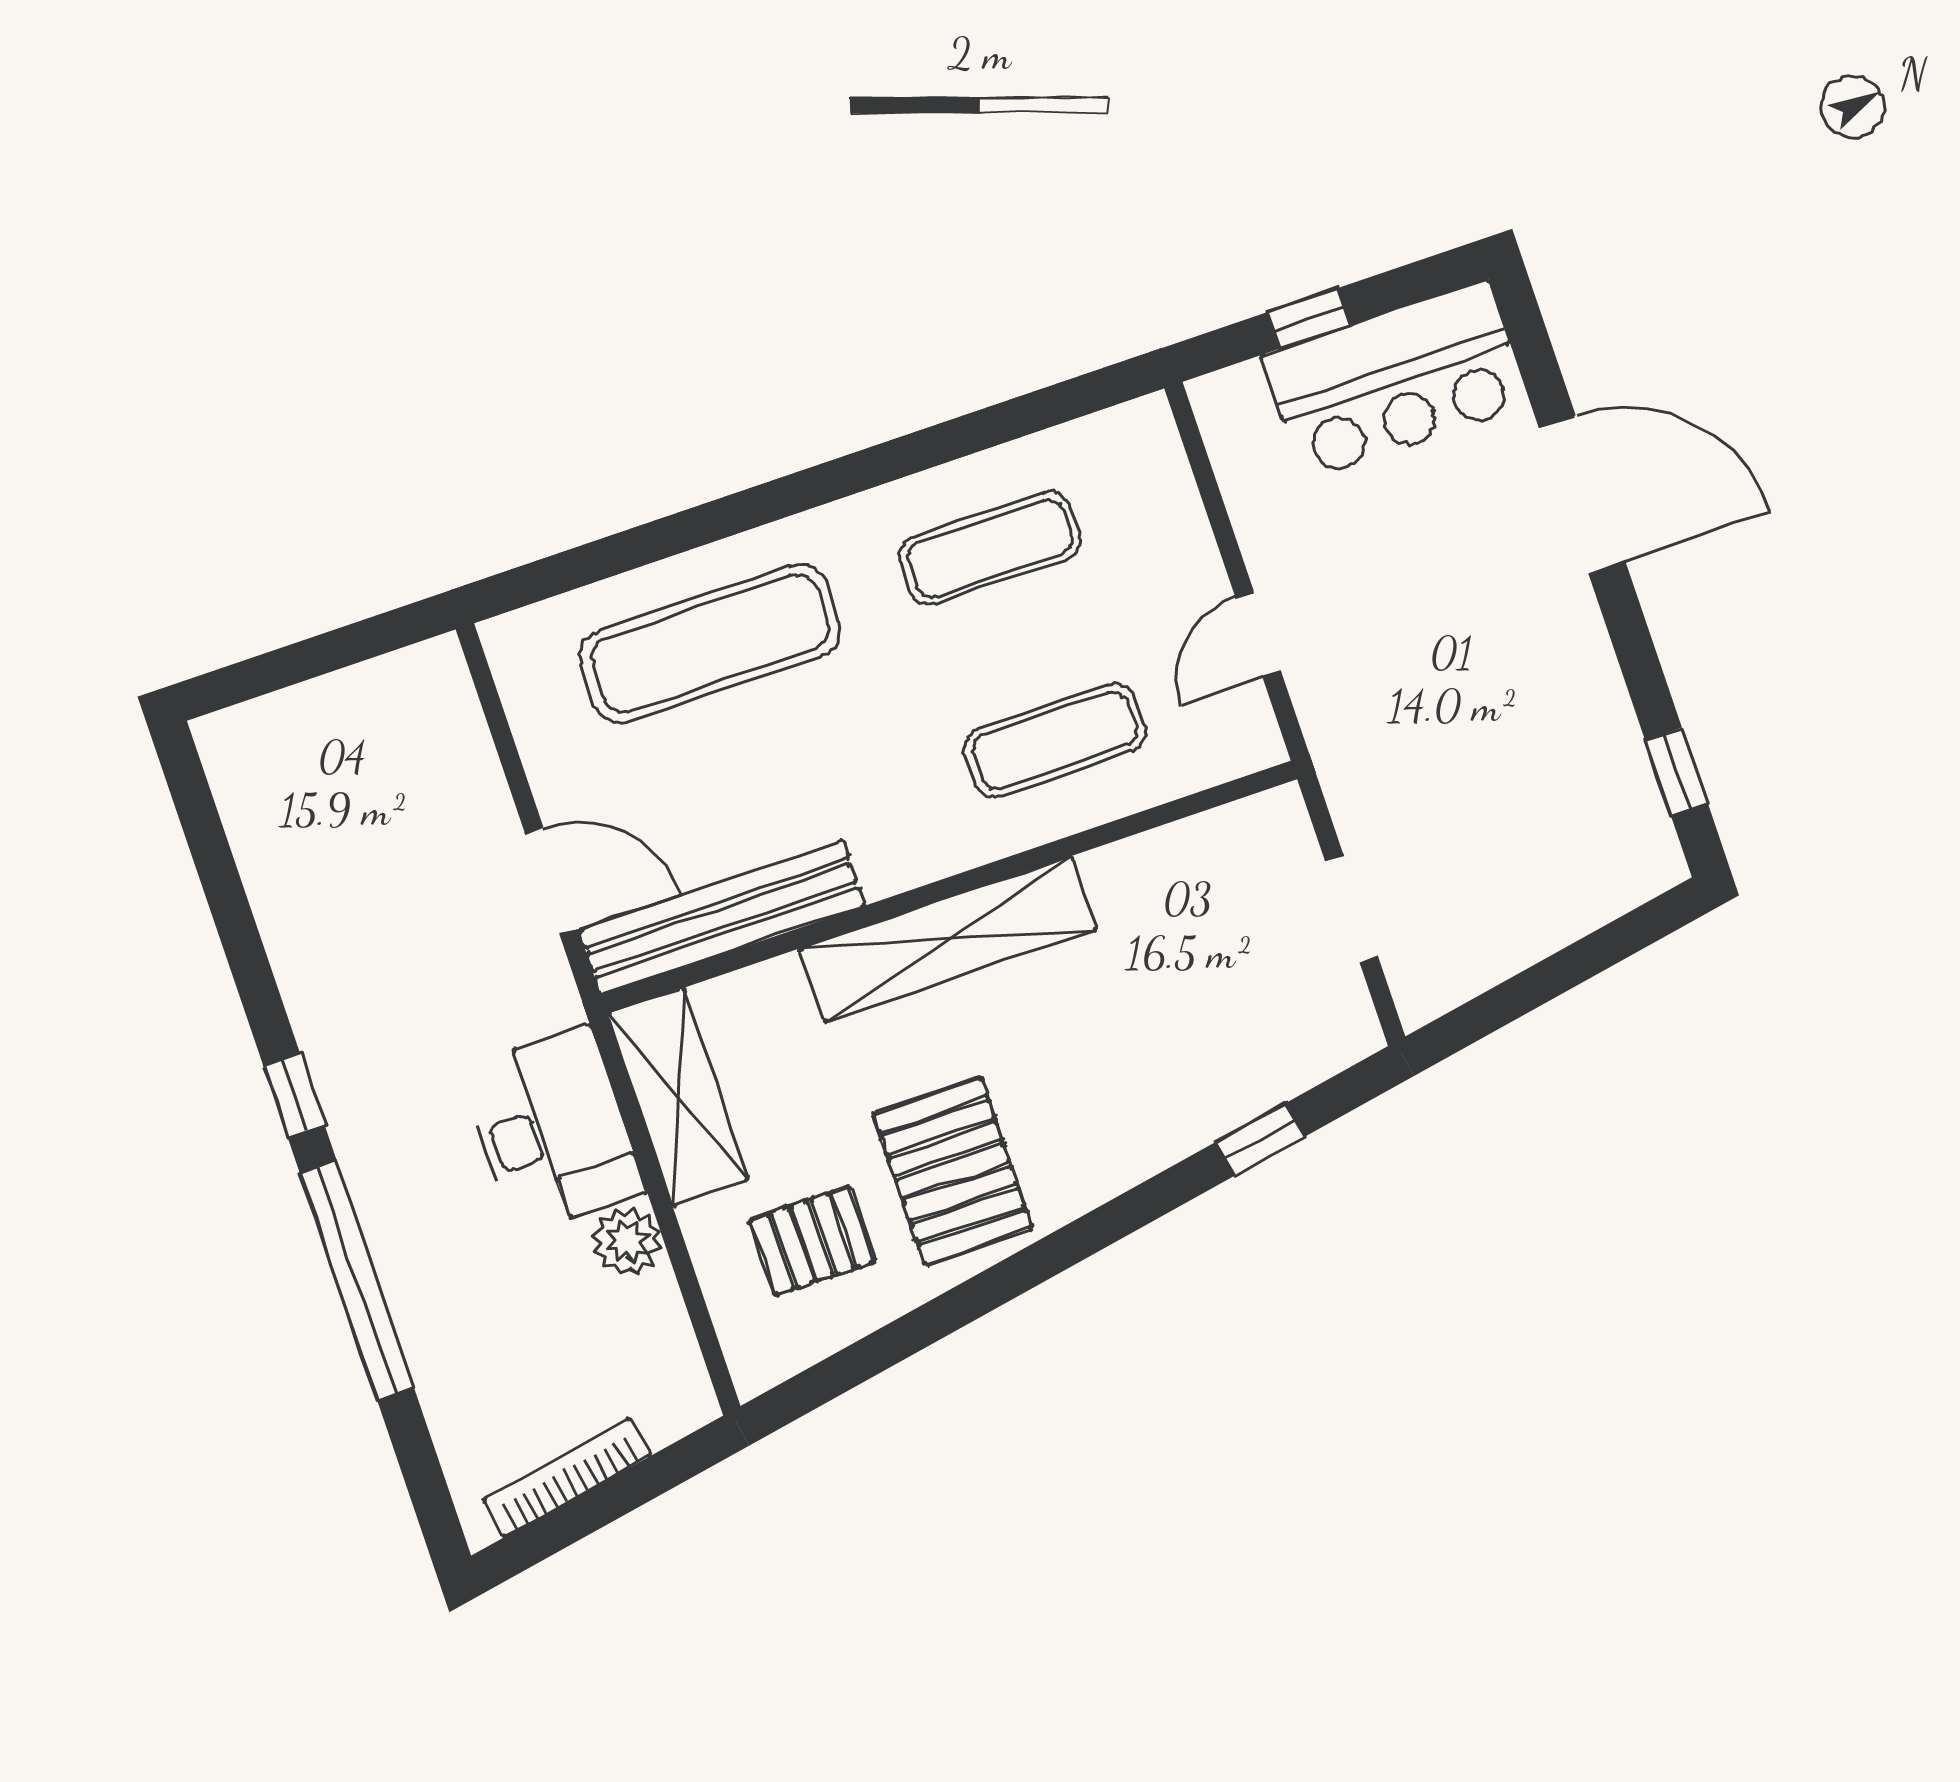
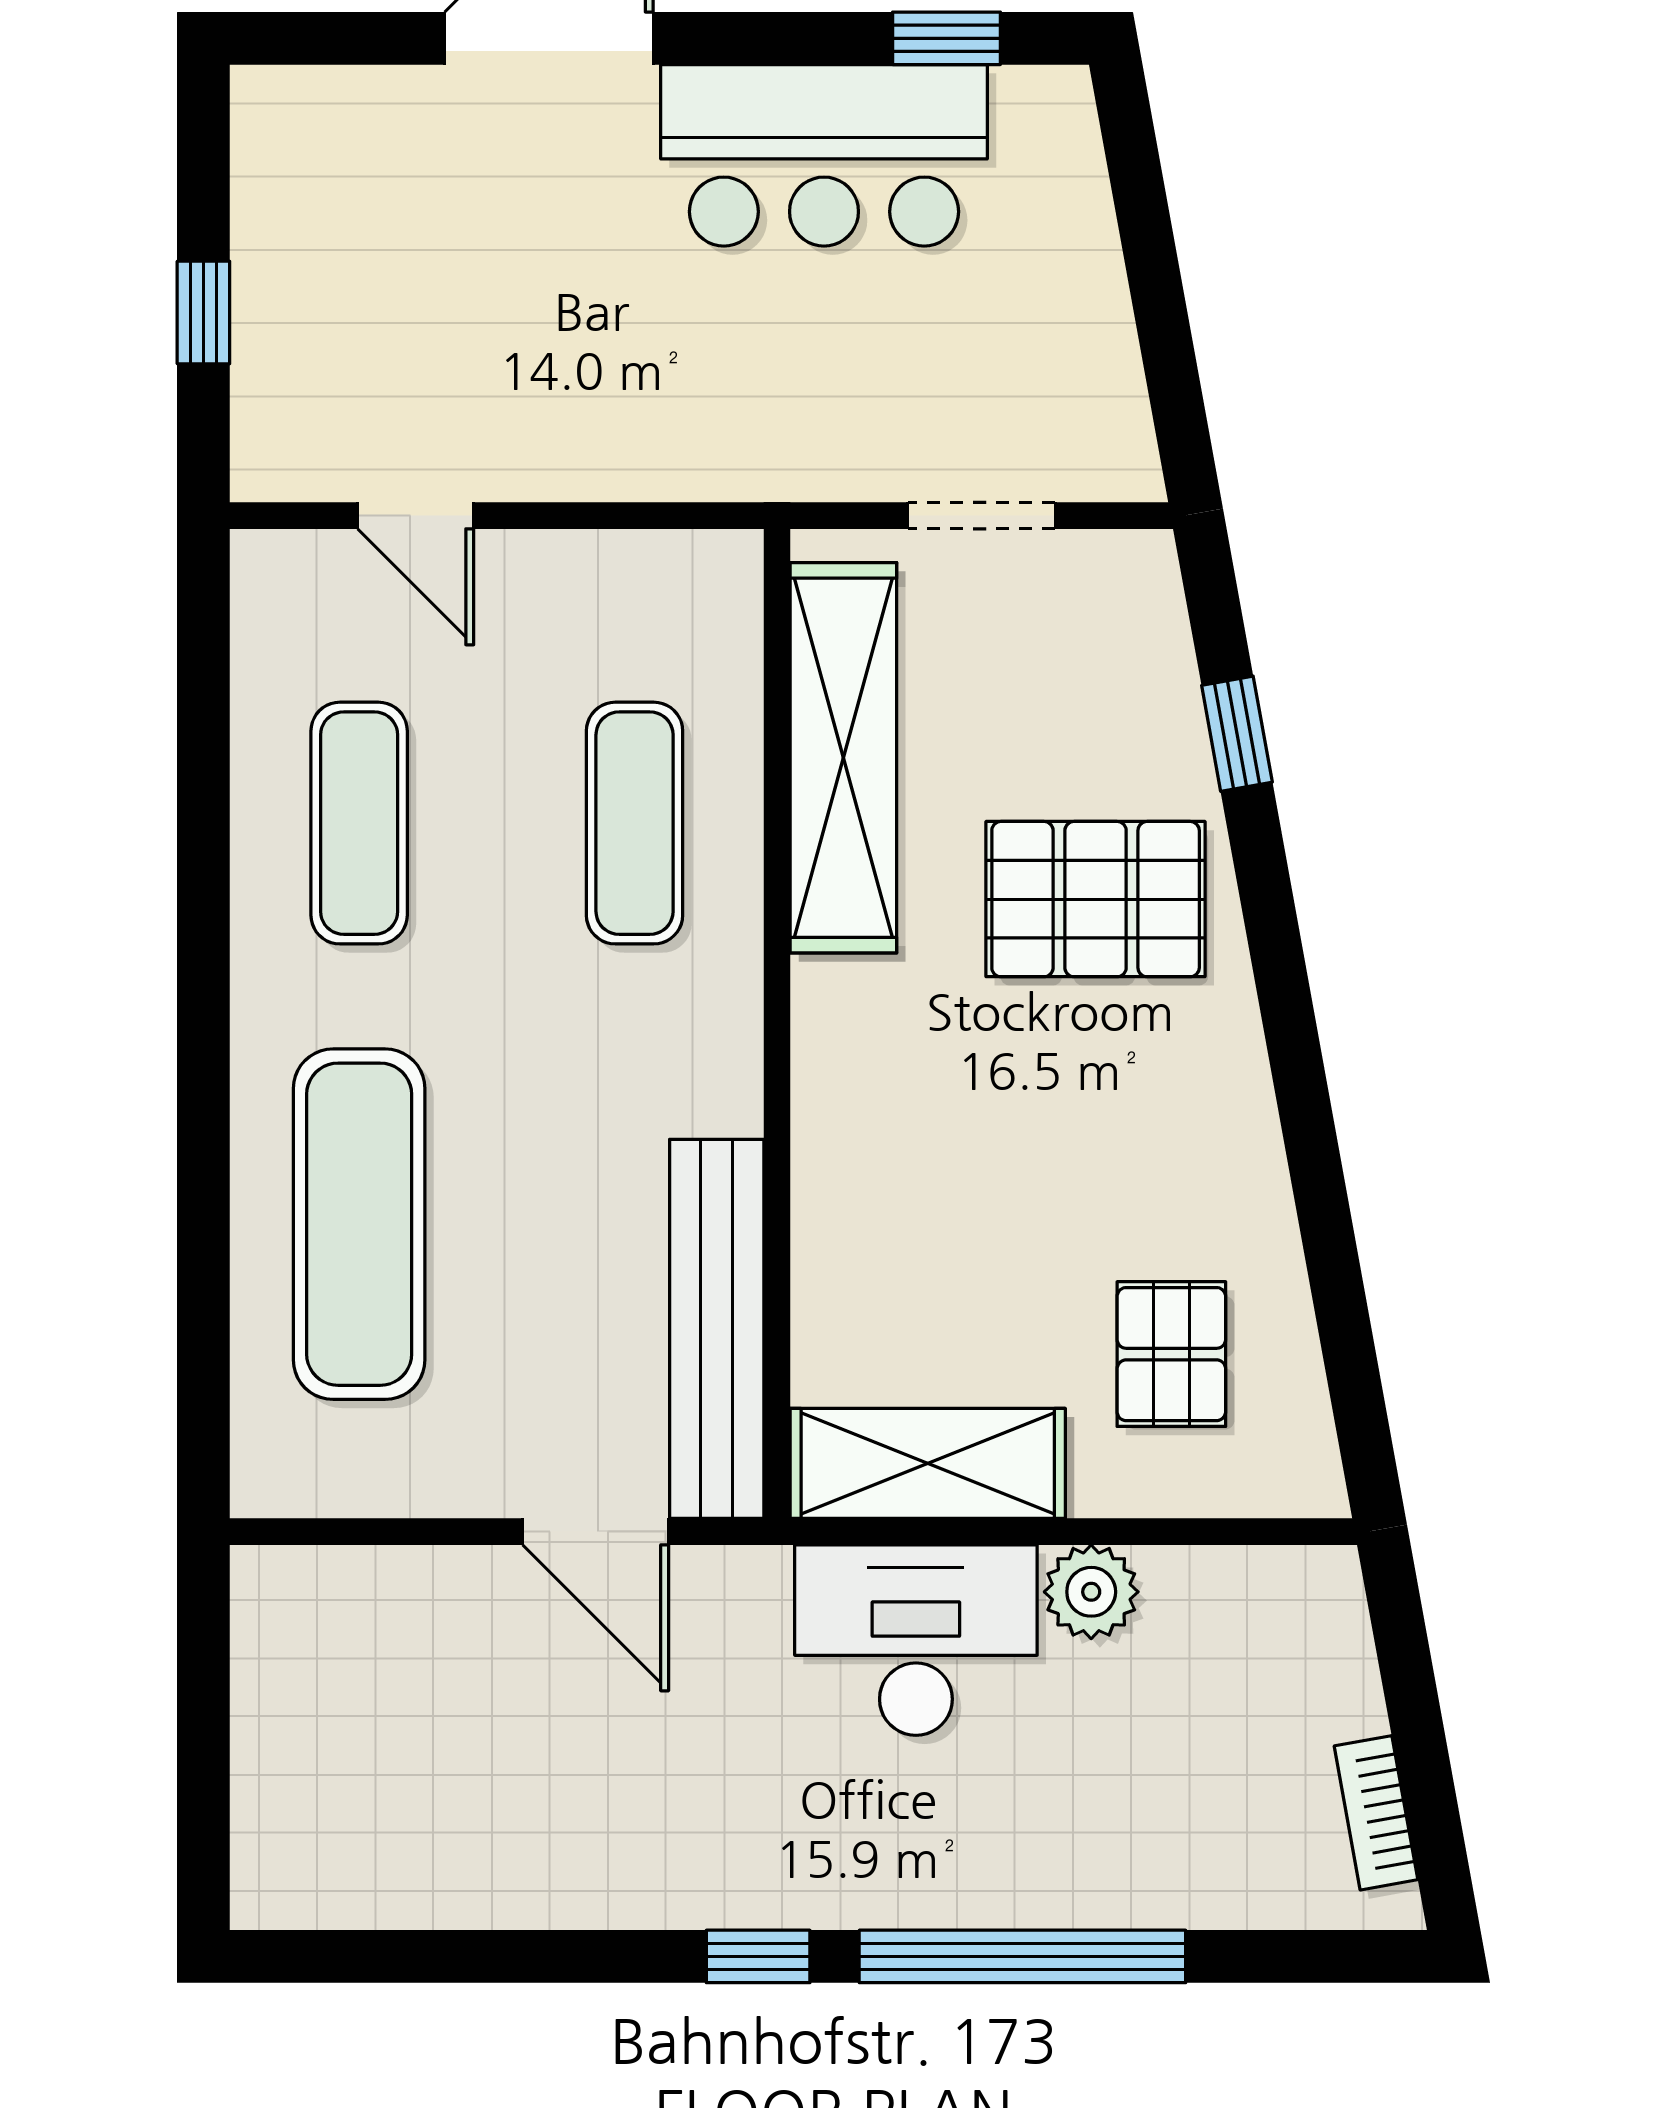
bar counter: (1396, 380) -> (824, 155), moved, turned 90
door: (1258, 635) -> (416, 516), moved
door: (552, 881) -> (596, 1532), swing flipped
shelving: (948, 939) -> (843, 758), moved
pallet: (953, 1171) -> (1096, 899), moved
bookcase: (567, 1478) -> (1376, 1813), width x0.64

